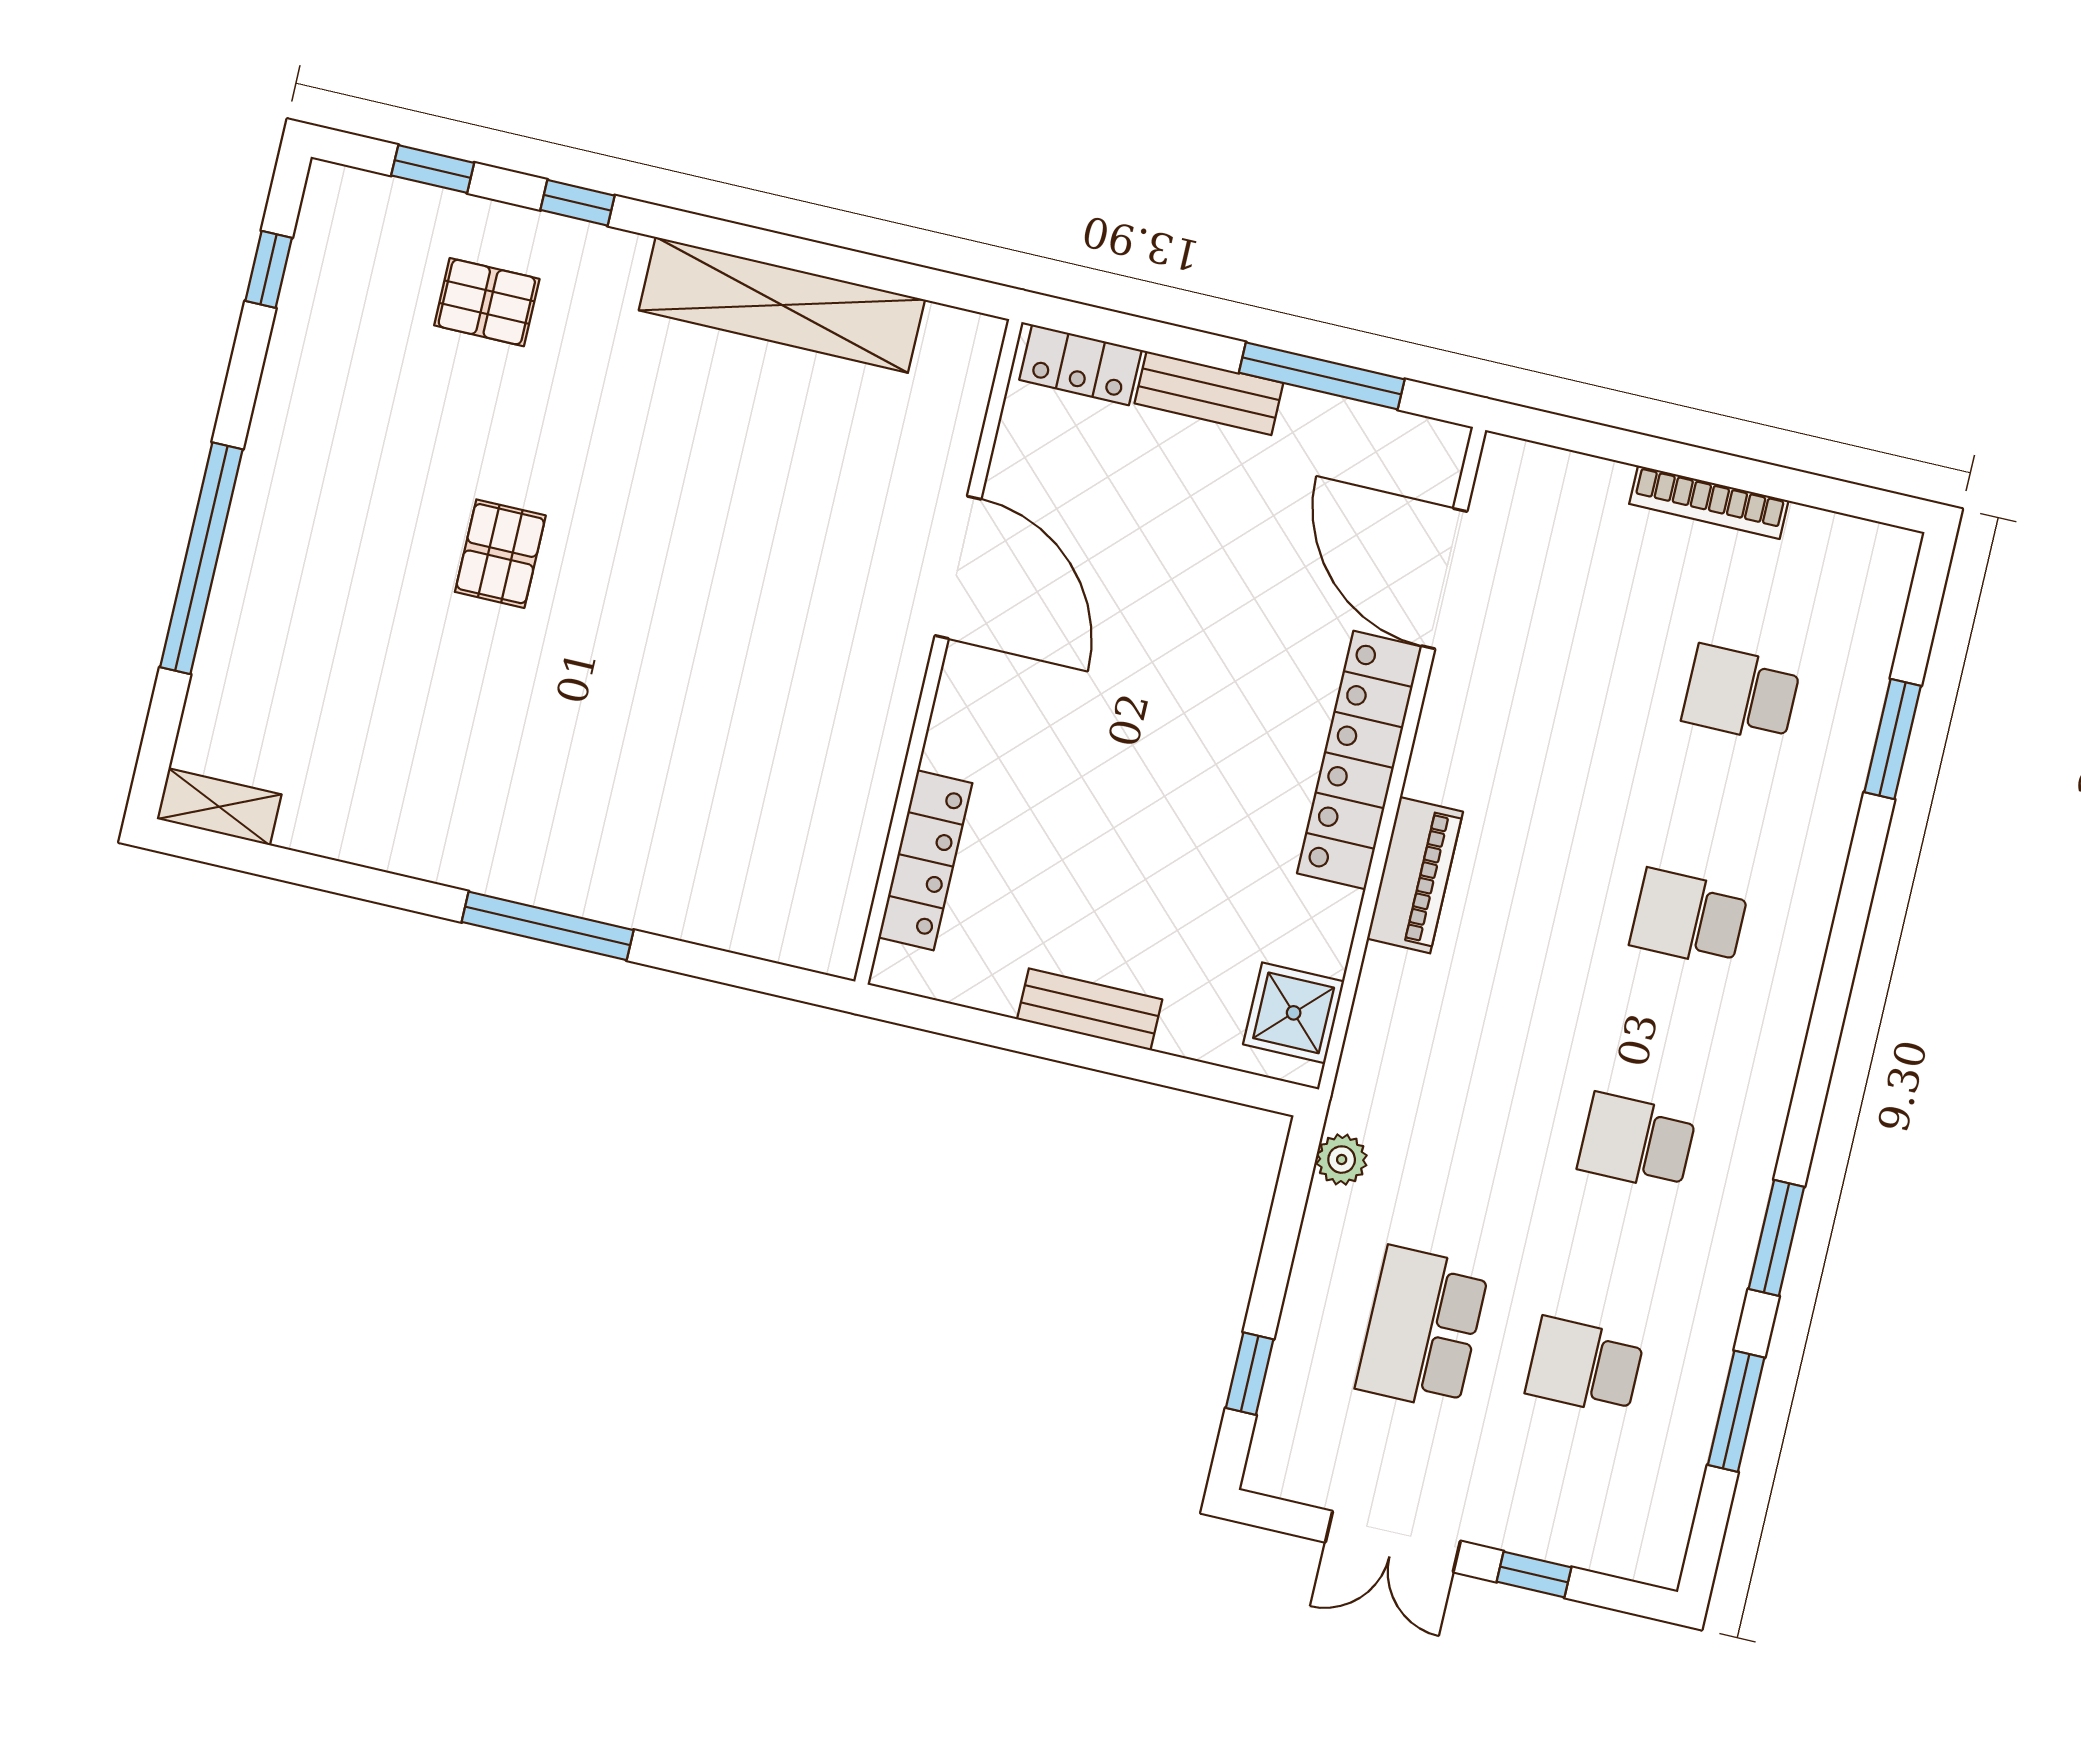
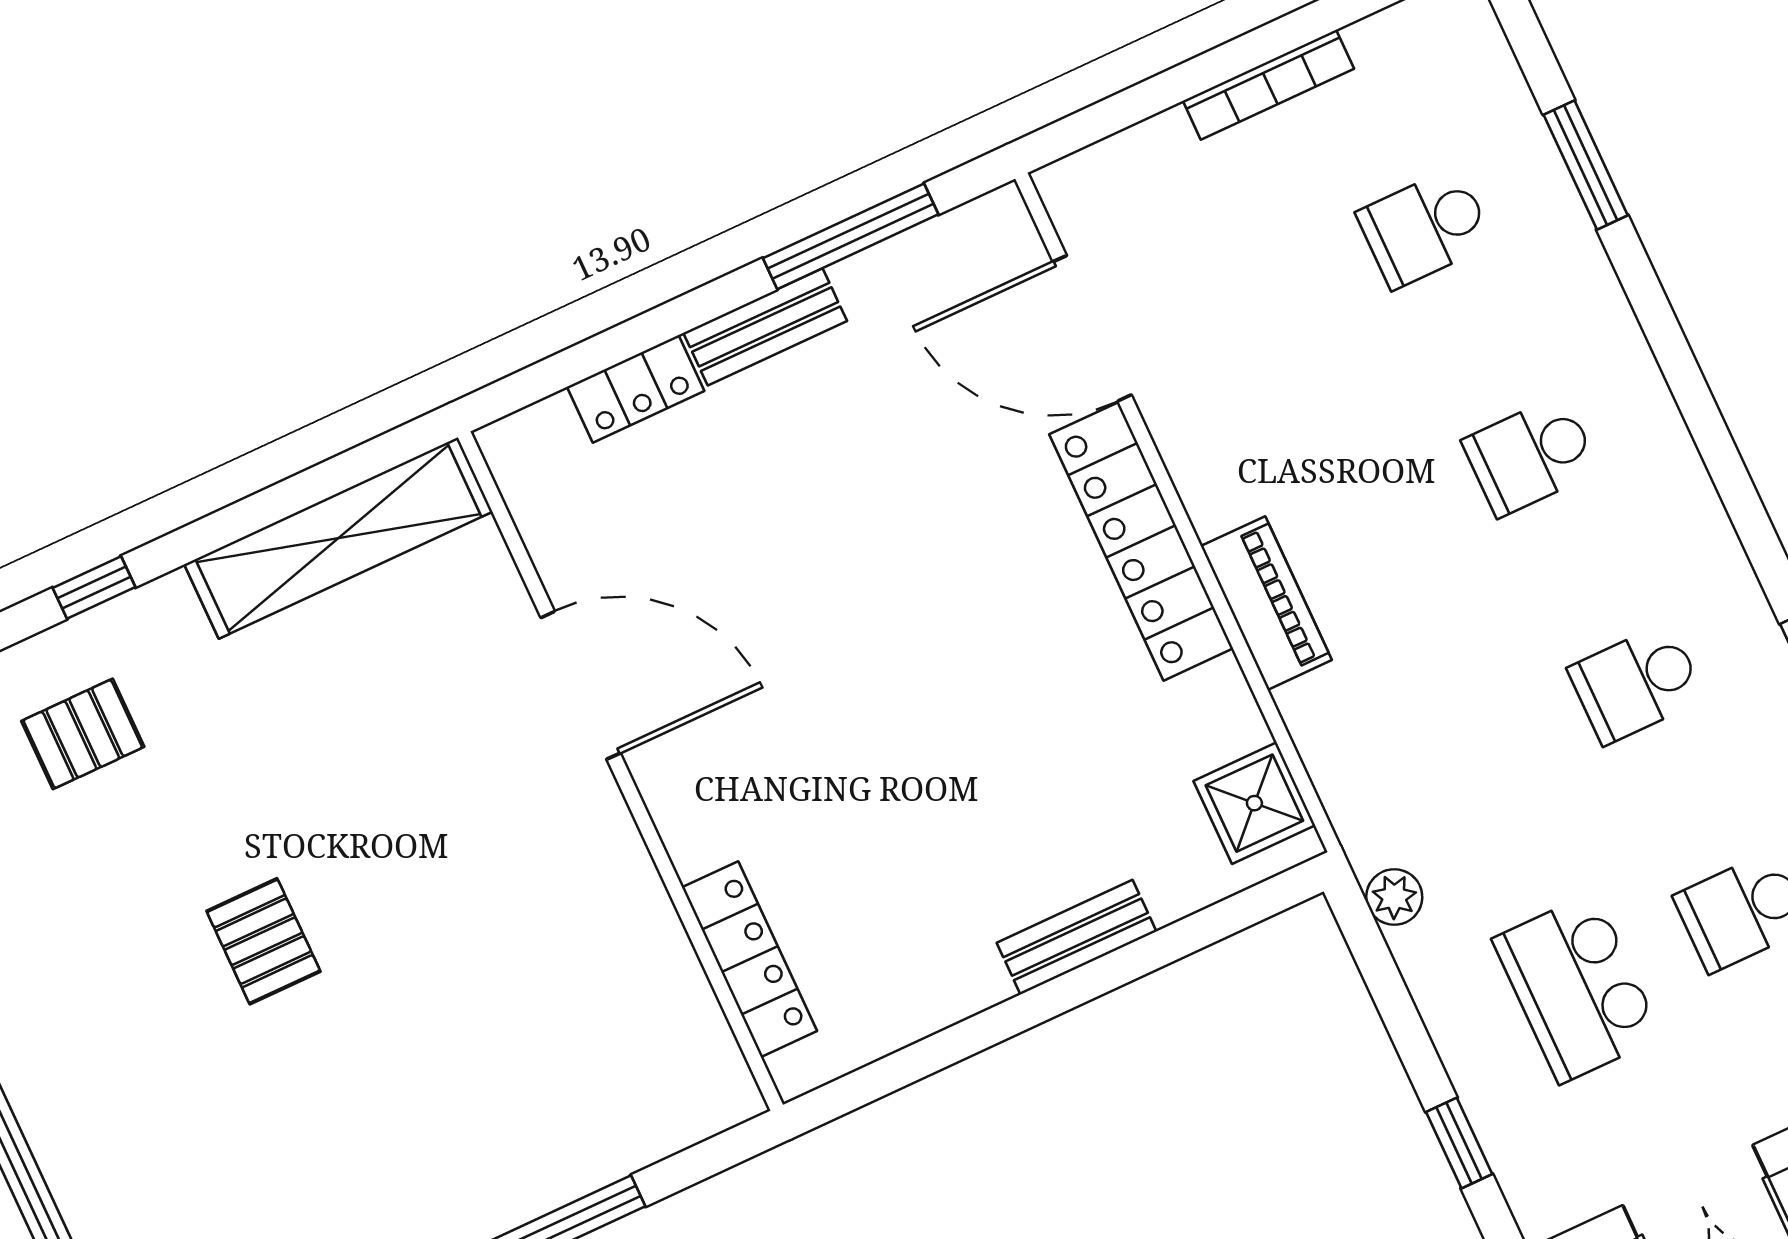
door: (958, 567) -> (581, 685), moved
wall: (938, 652) -> (620, 771), moved
locker: (925, 860) -> (749, 959), moved

